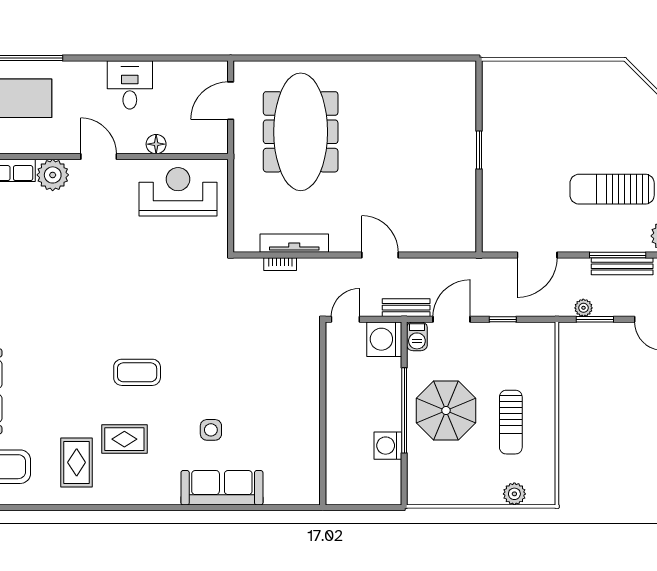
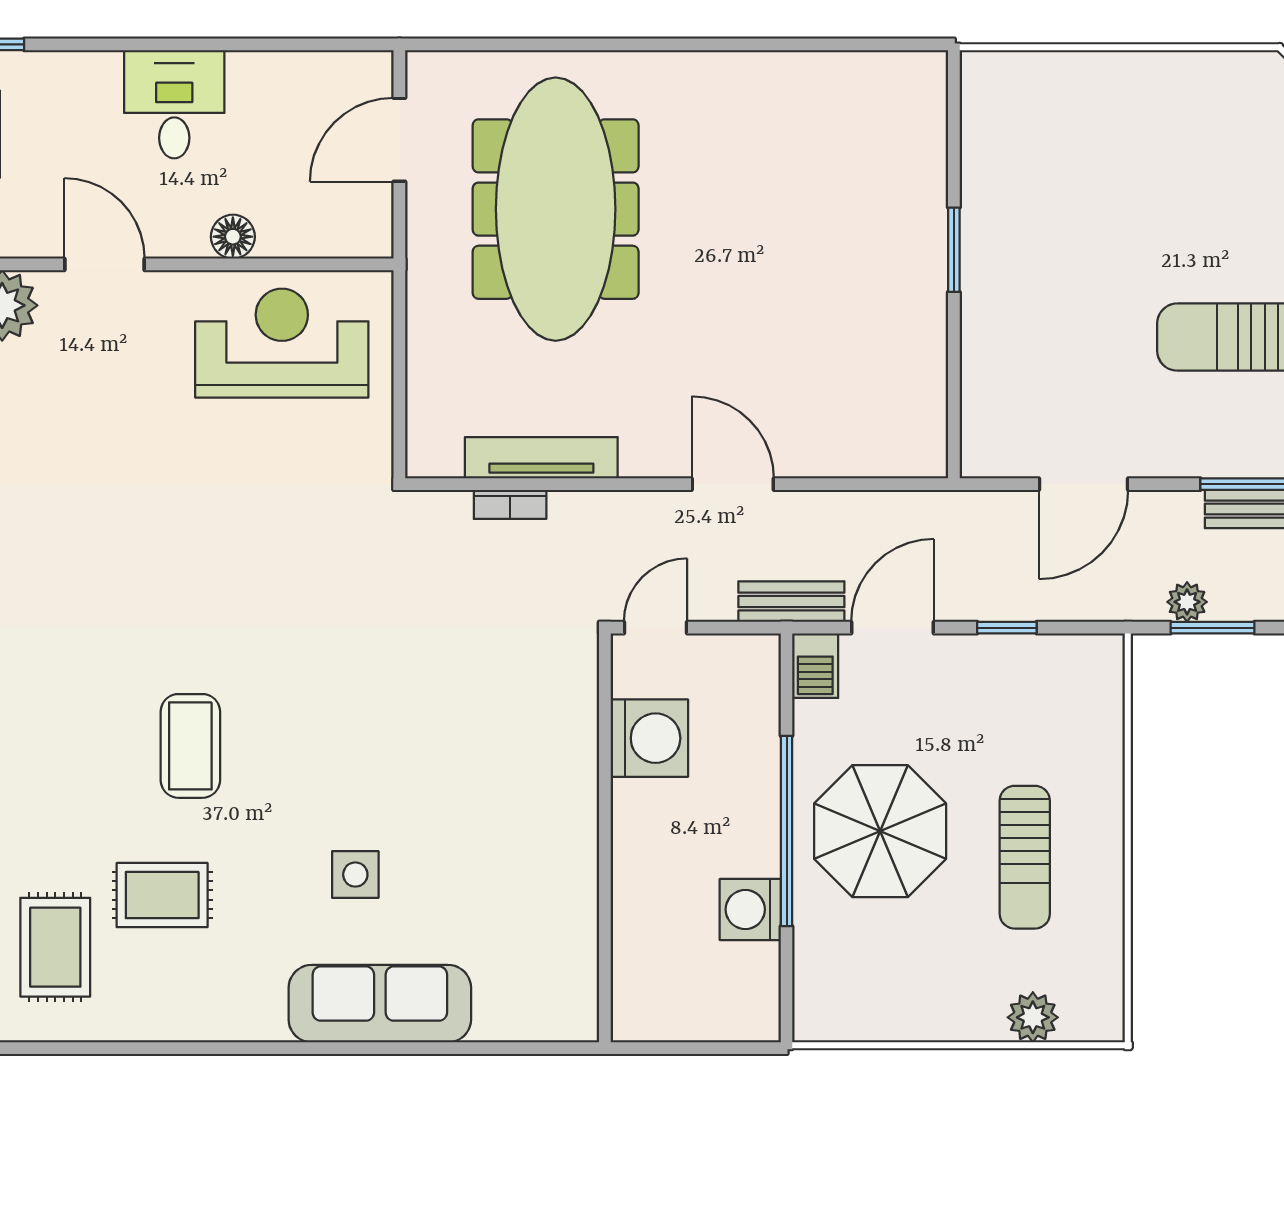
washing machine: (384, 339) -> (649, 738), moved, turned 180
coffee table: (137, 372) -> (190, 746), turned 90

